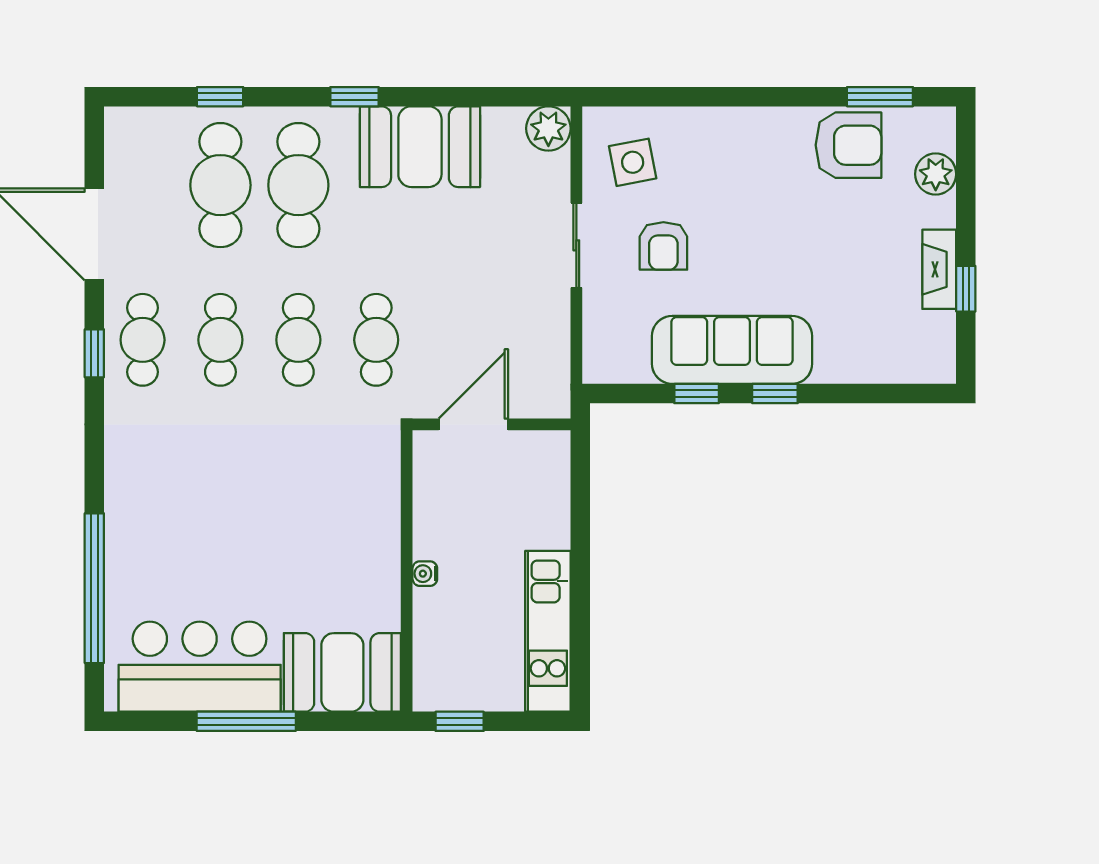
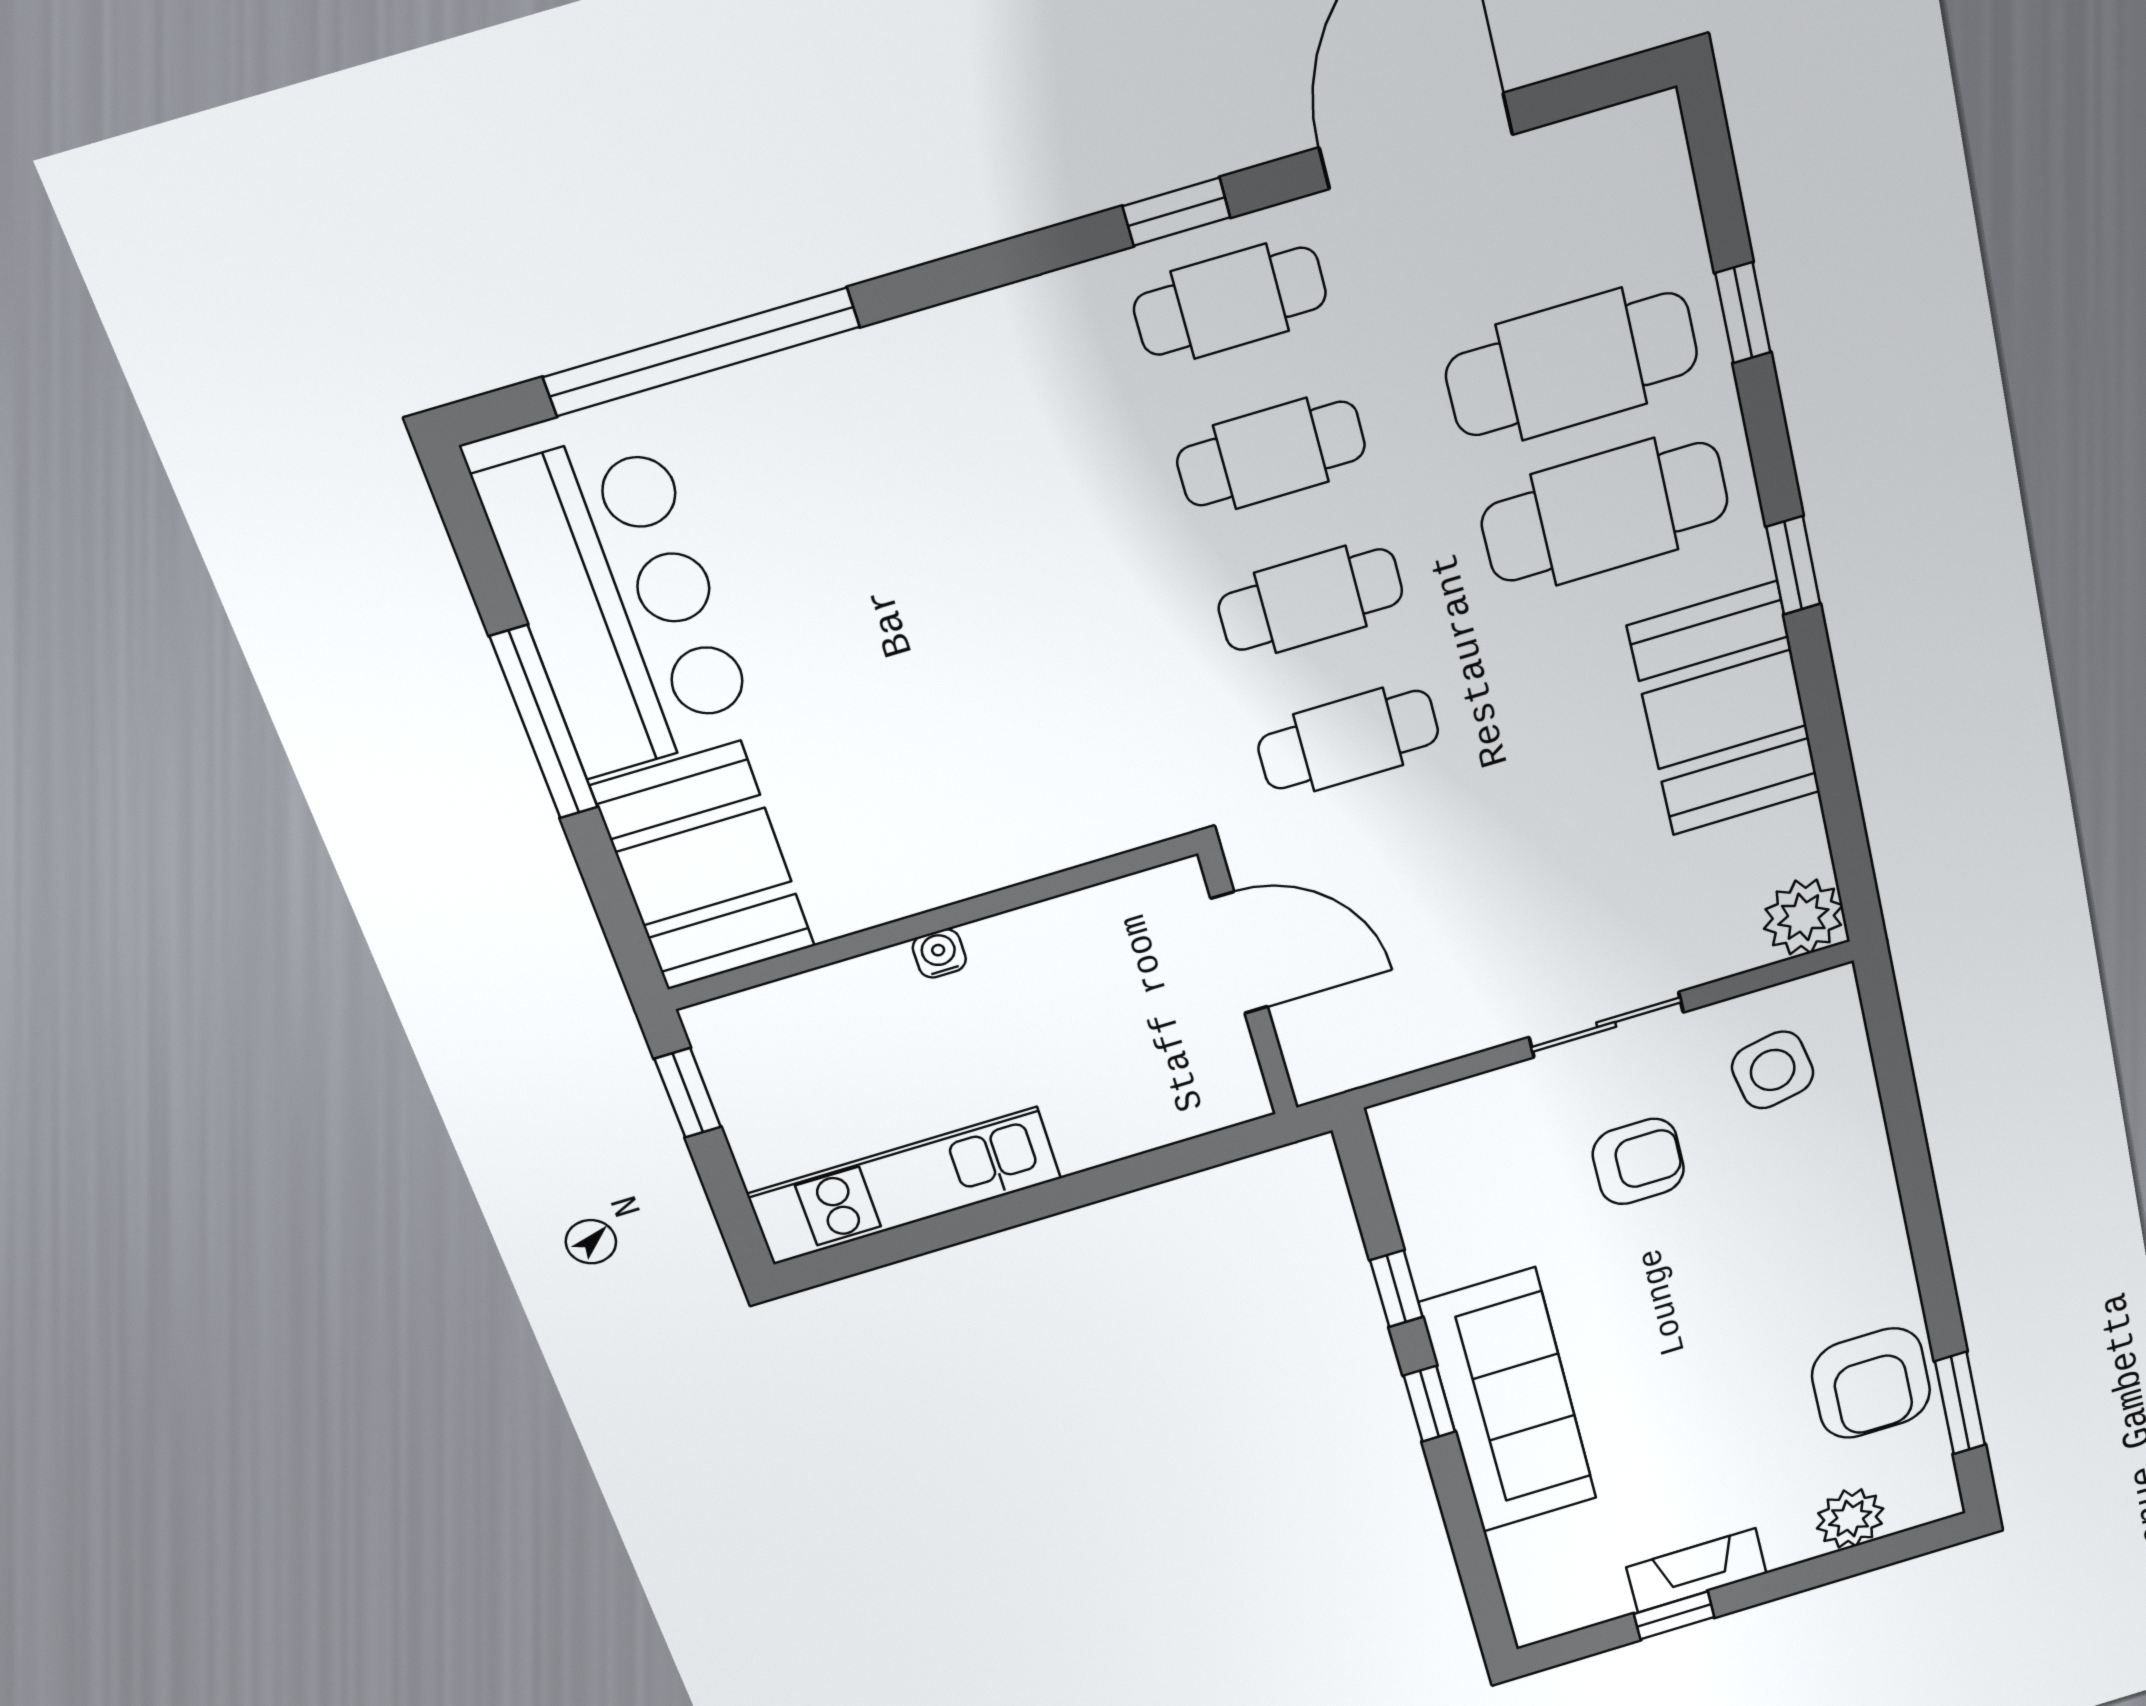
armchair: (663, 246) -> (1638, 1162), turned 180
sofa: (732, 350) -> (1509, 1402), moved

